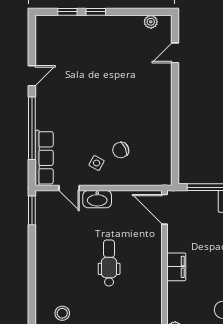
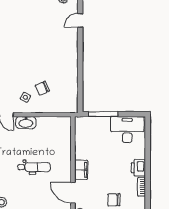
door: (165, 209) -> (73, 193), moved
dental chair: (109, 263) -> (34, 167), turned 90

